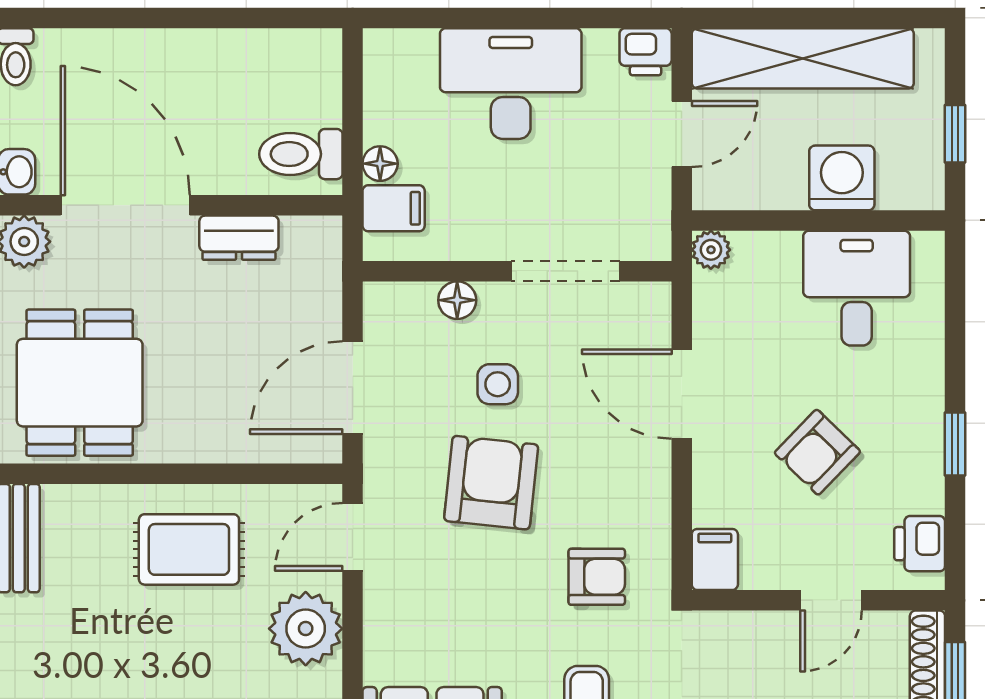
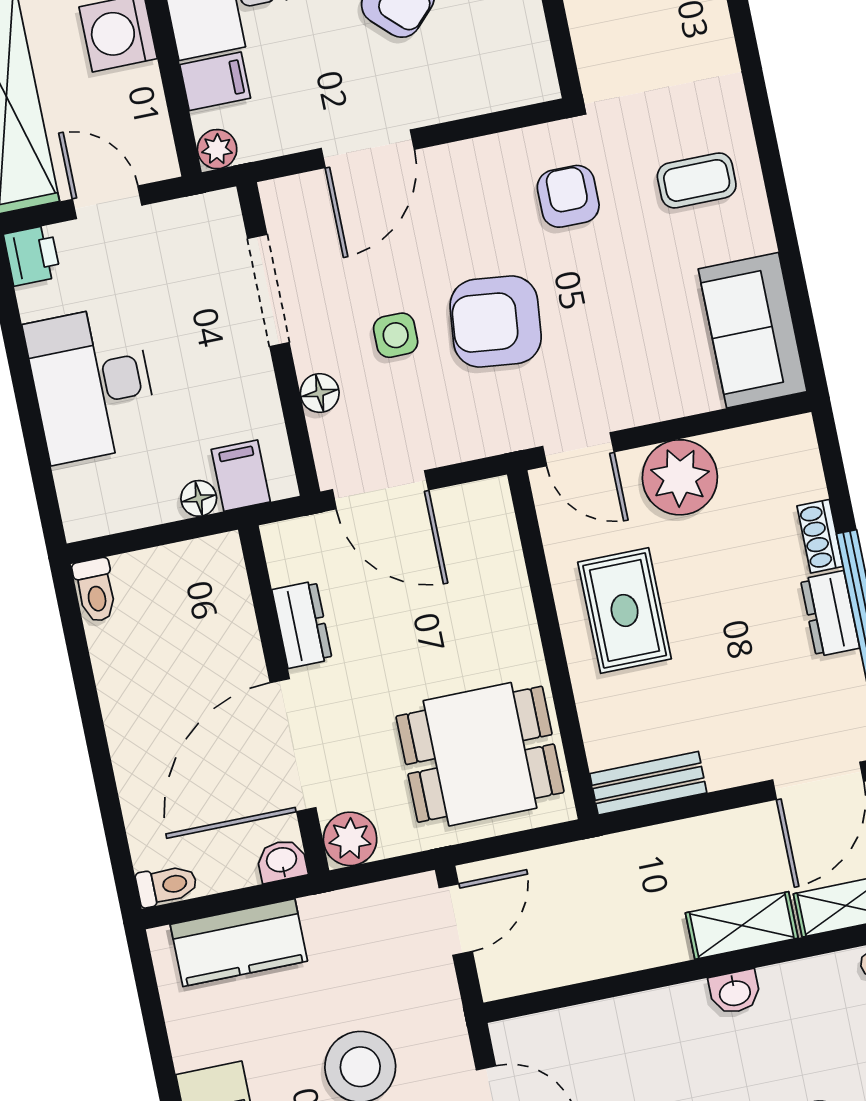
toilet: (301, 154) -> (95, 590), moved, width x0.73, depth x0.72
door: (353, 388) -> (380, 490), moved
filing cabinet: (715, 559) -> (215, 81), moved, turned 180

